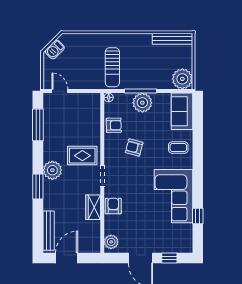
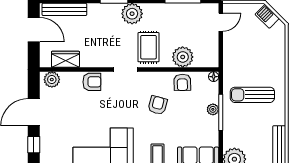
sun lounger: (112, 67) -> (252, 95), moved
plant: (142, 103) -> (213, 109), width x0.53, depth x0.53
plant: (91, 125) -> (183, 57), added
wardrobe: (93, 207) -> (65, 59), moved

